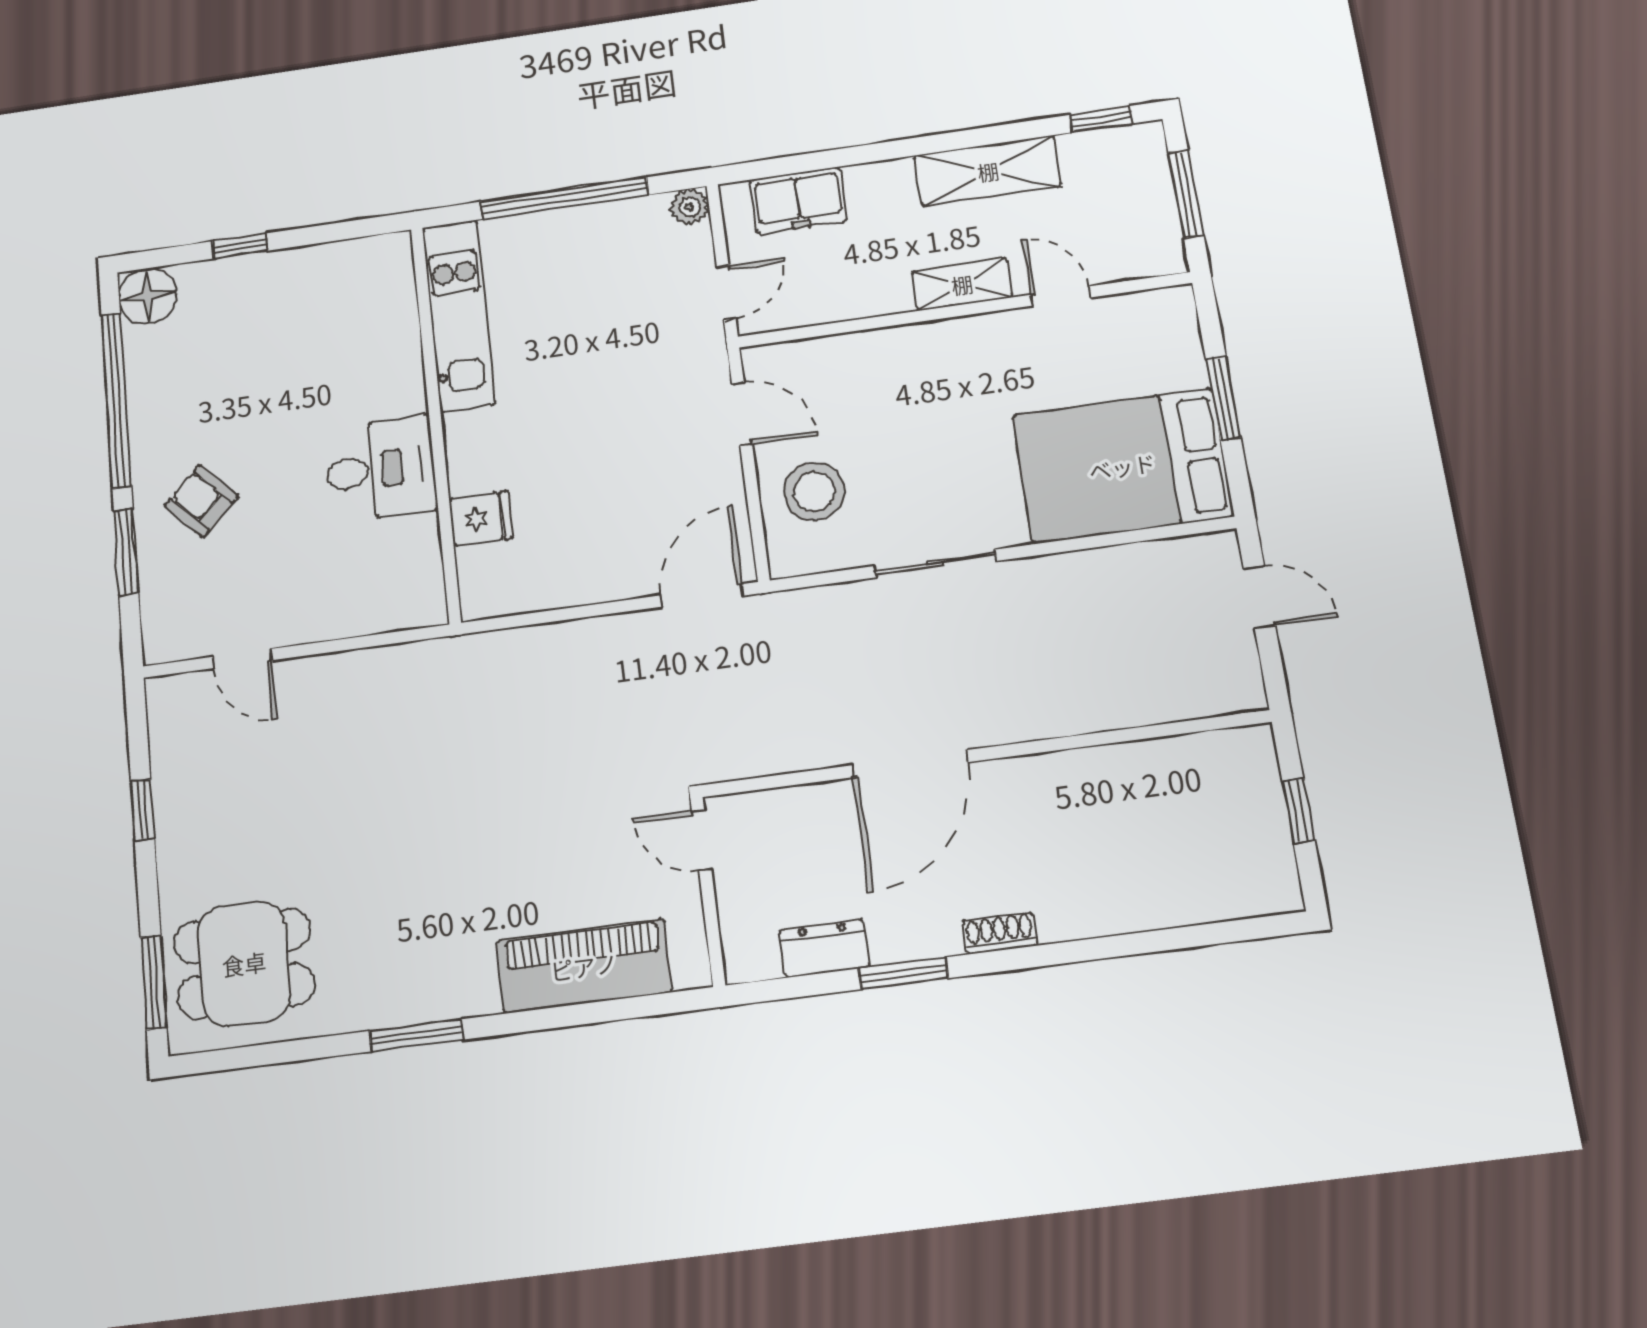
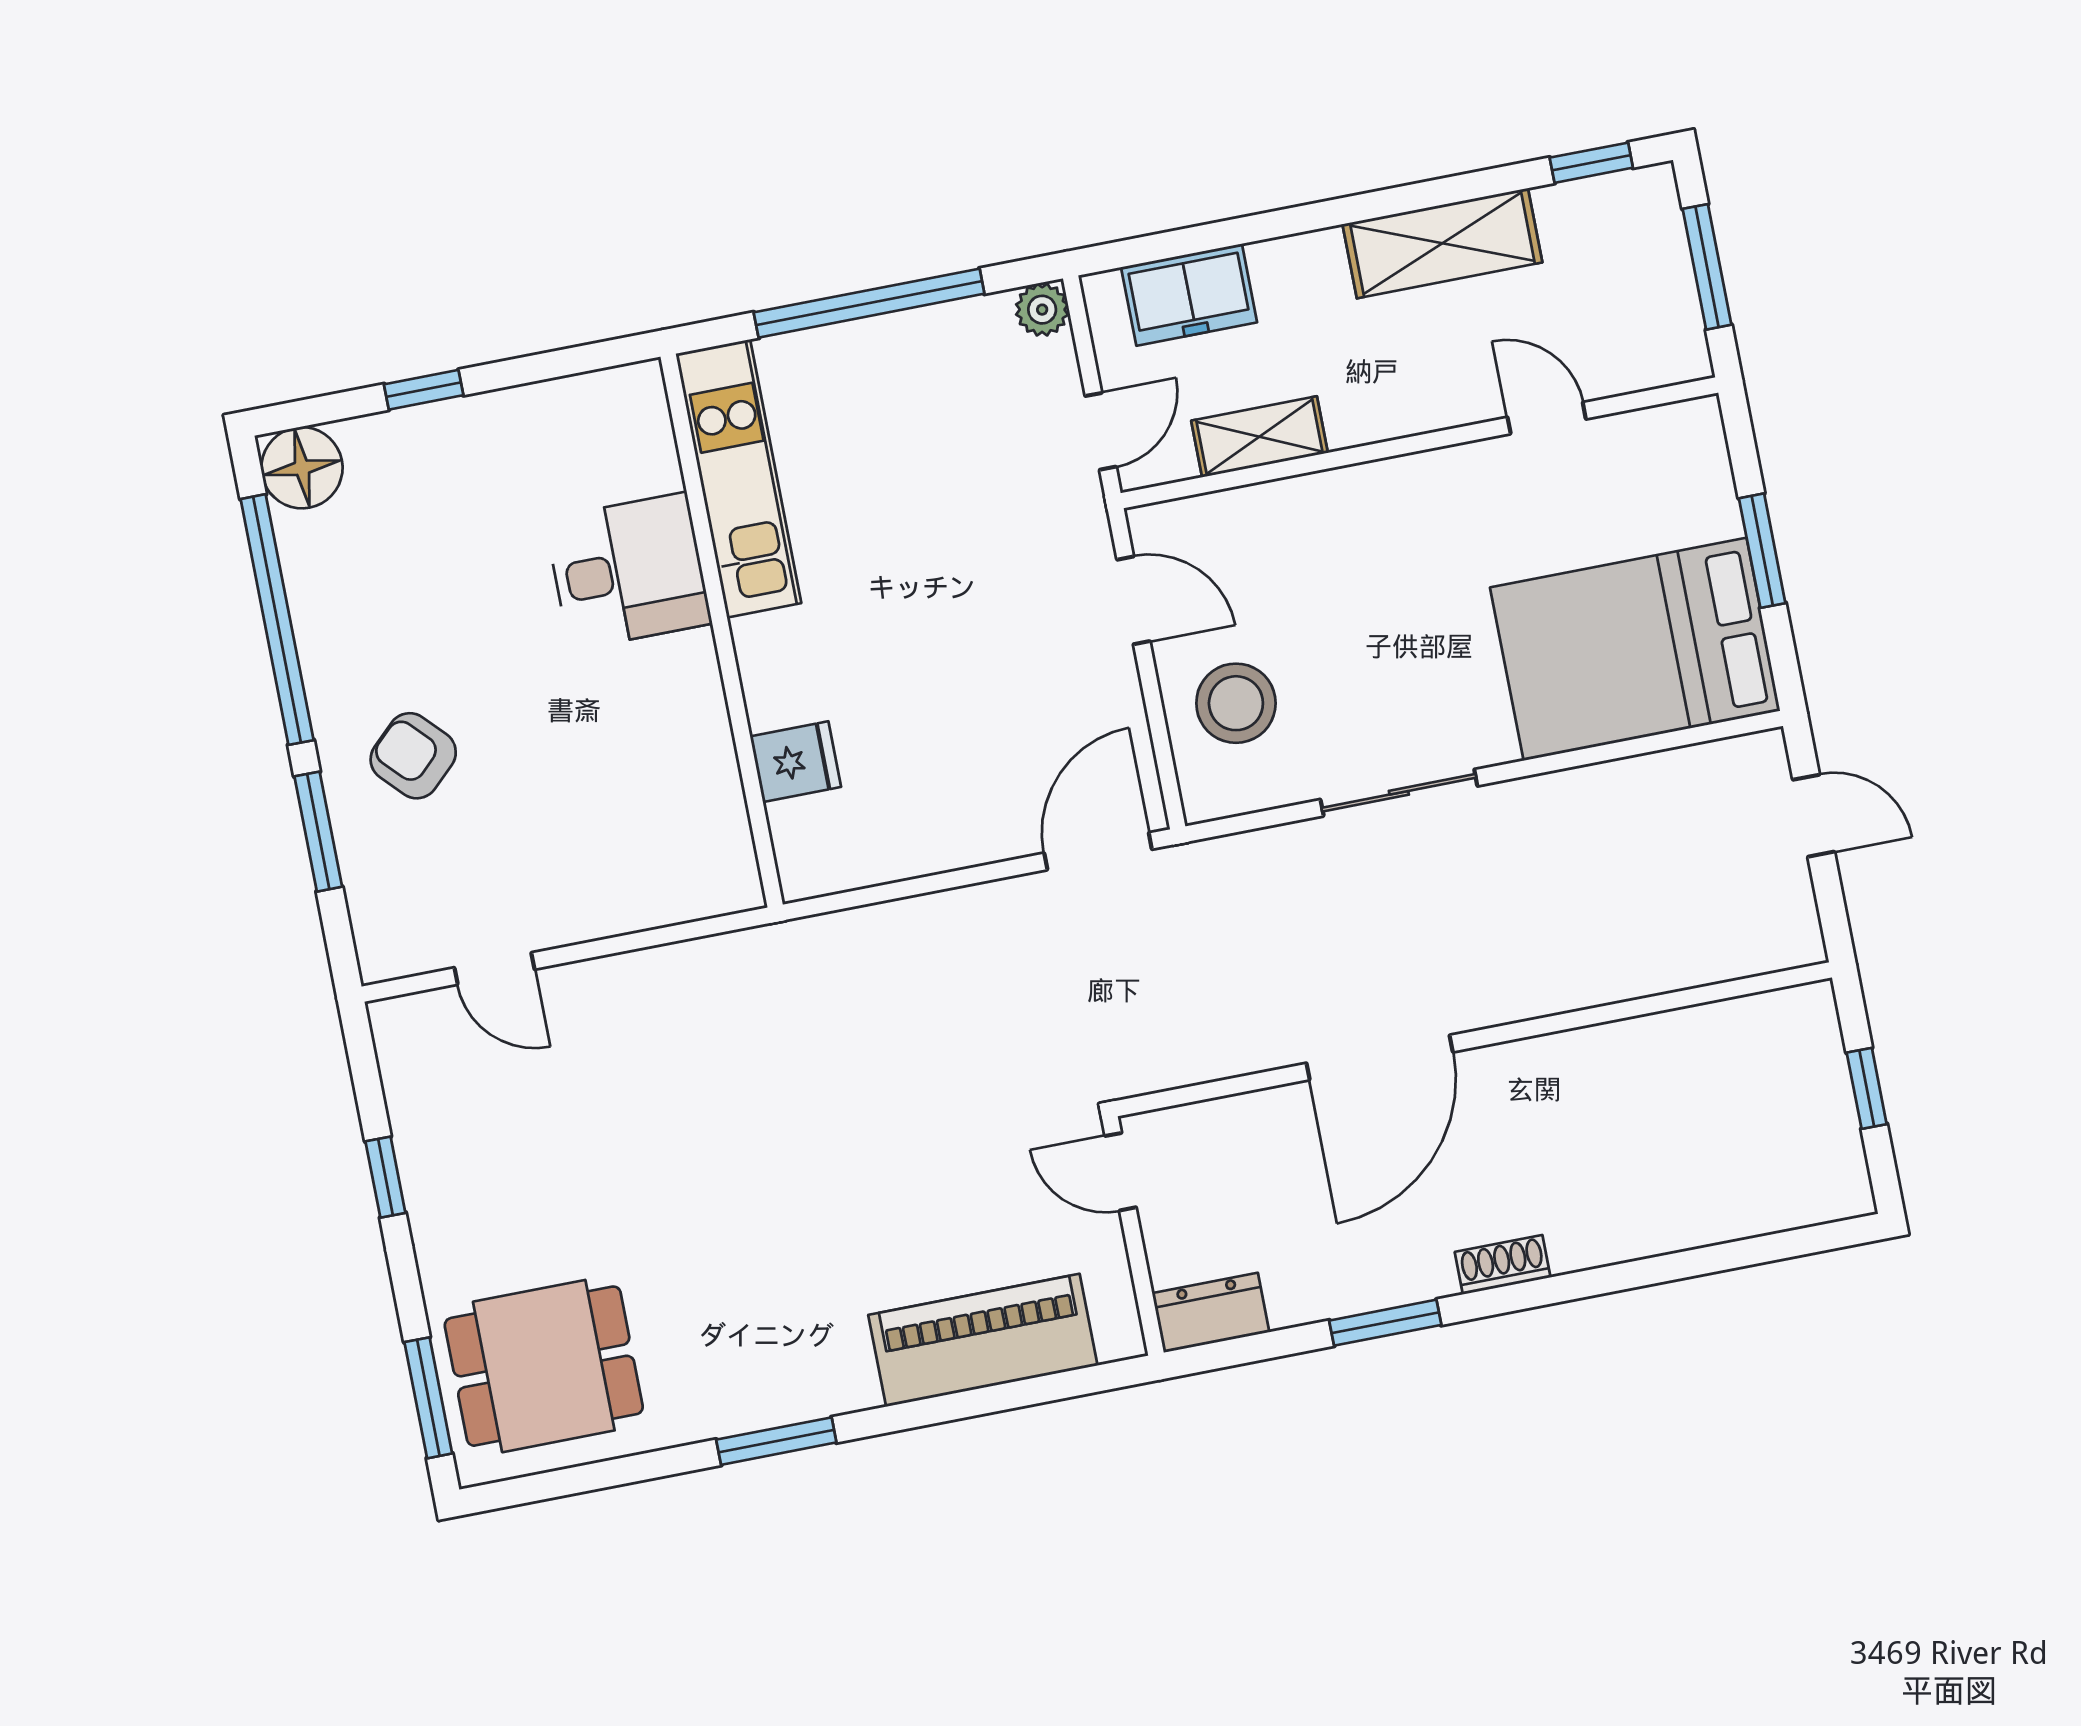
shelving: (962, 284) -> (1260, 437), moved
desk: (381, 469) -> (628, 571), moved
dresser: (824, 948) -> (1211, 1313), moved

